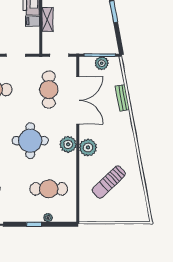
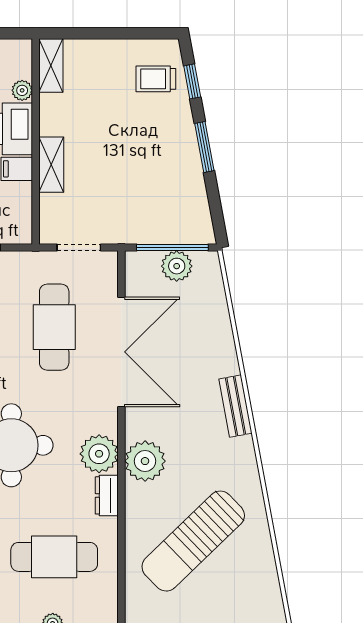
bench: (122, 98) -> (235, 406), moved
dresser: (71, 162) -> (107, 495), added
sun lounger: (109, 182) -> (193, 541), width x1.36, depth x1.34

